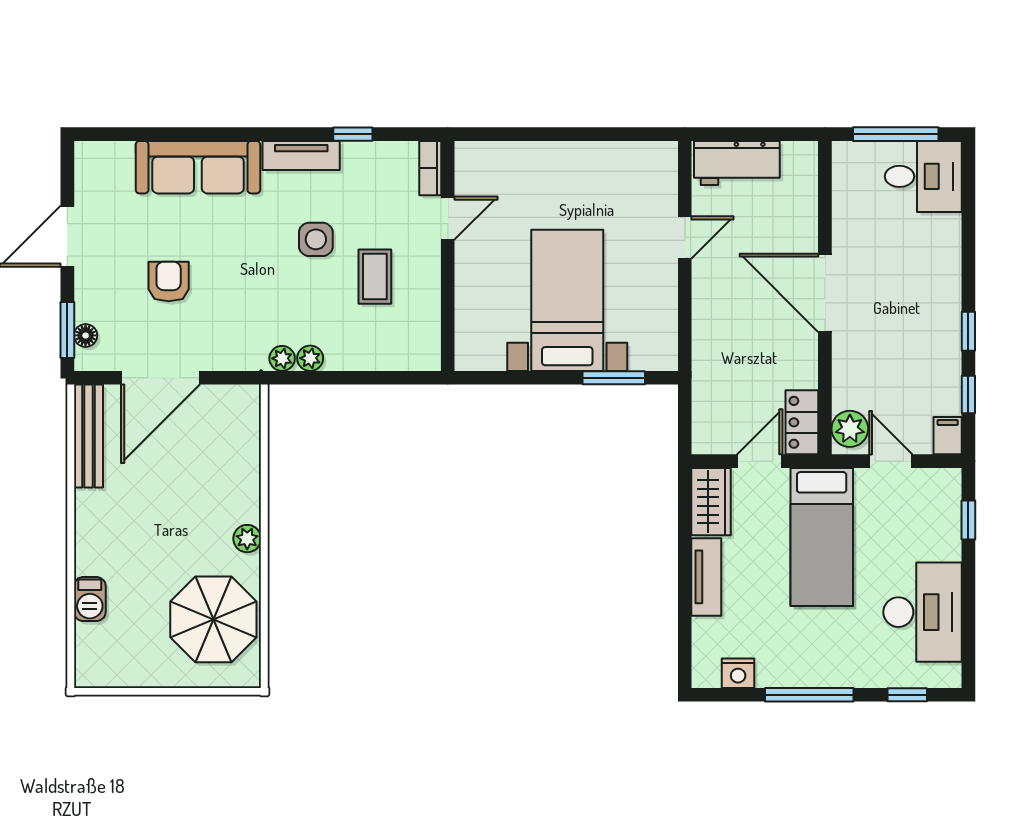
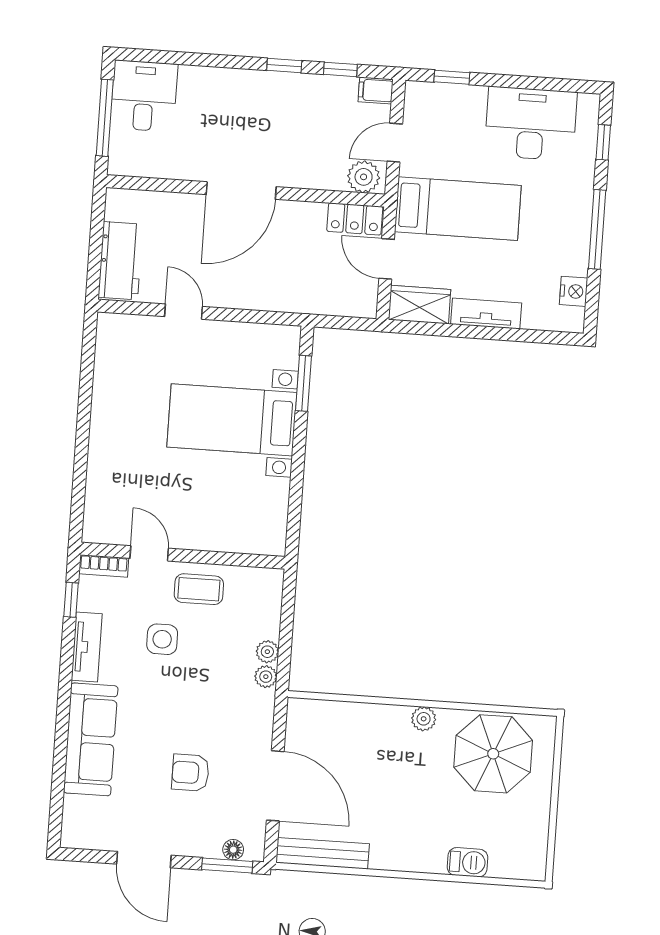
bookcase: (430, 168) -> (104, 566), moved
door: (448, 218) -> (149, 553), moved
wall: (448, 256) -> (183, 556), moved

